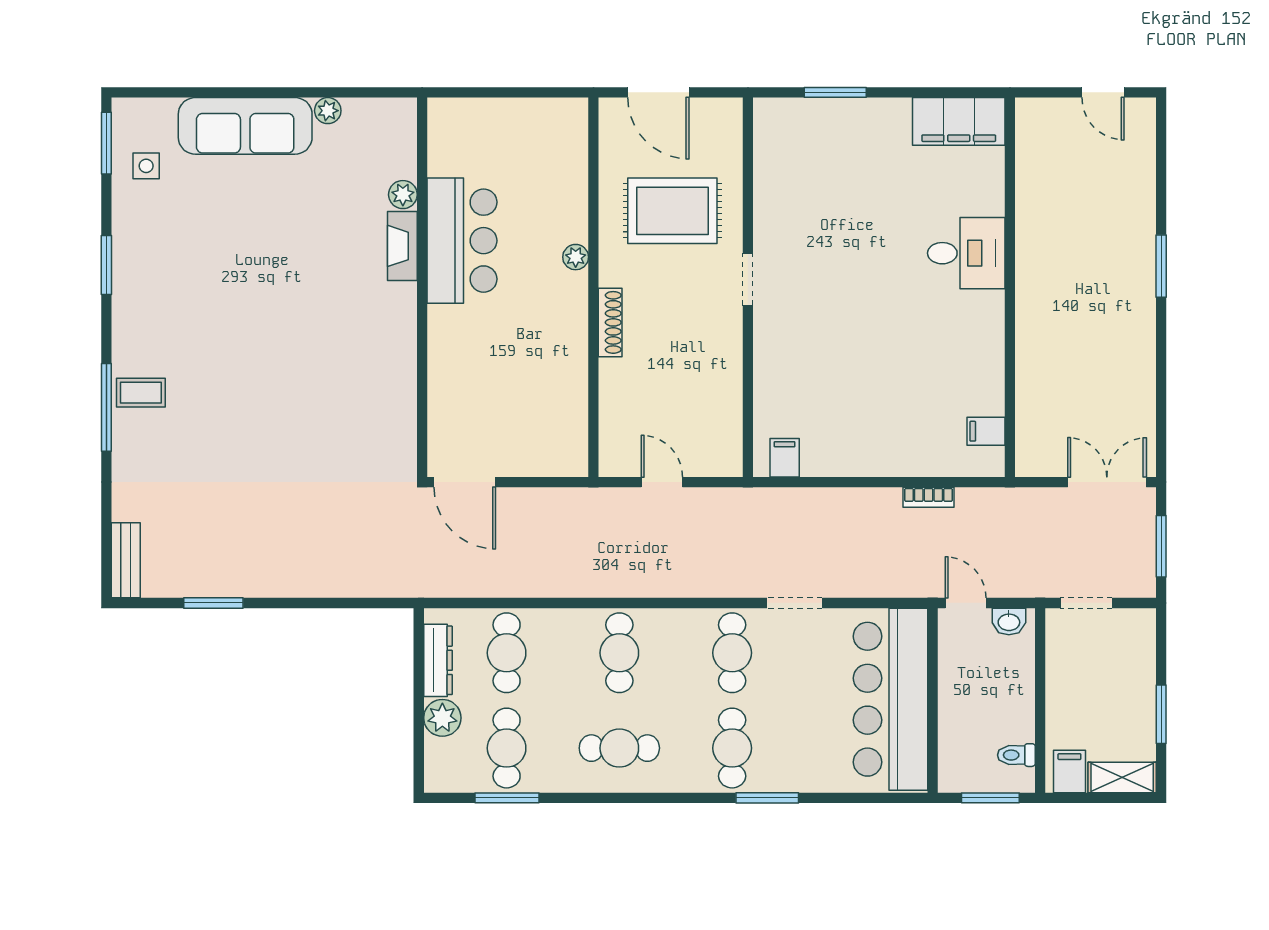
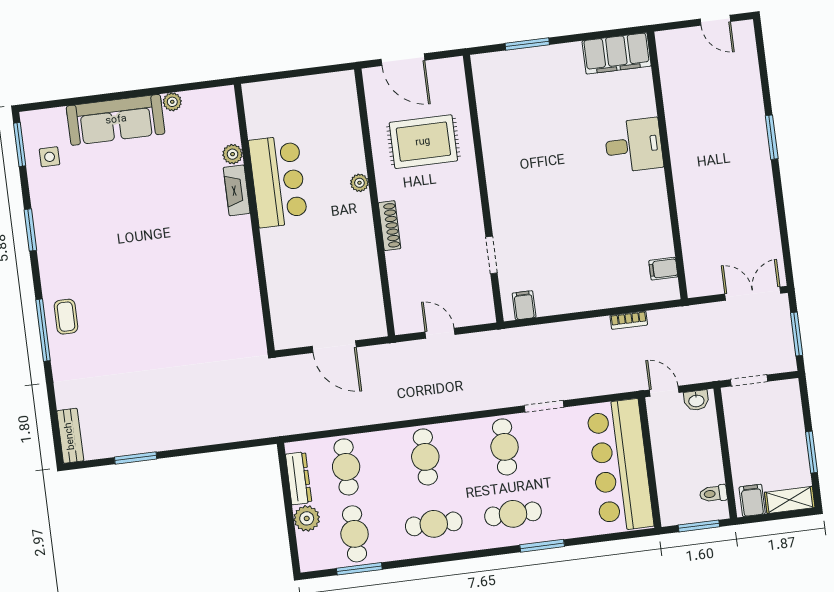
doorway: (748, 280) -> (492, 255), moved
coffee table: (141, 393) -> (66, 317), turned 90
door: (465, 482) -> (334, 347), moved
cafe table: (732, 748) -> (513, 514), turned 90

